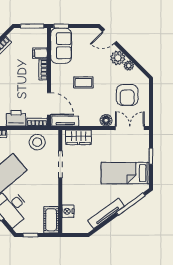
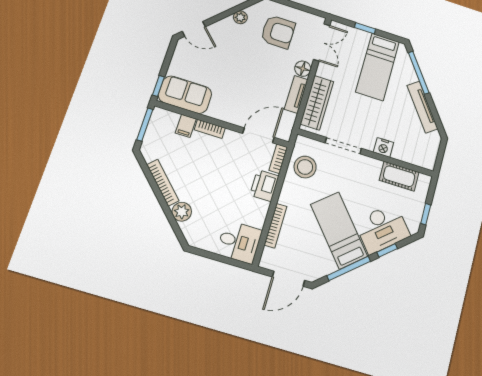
door: (109, 36) -> (194, 29), hinge flipped
plant: (118, 58) -> (226, 28), removed
coffee table: (83, 82) -> (244, 81), removed
tv unit: (65, 121) -> (296, 94), moved
double door: (130, 128) -> (322, 42), swing flipped
wardrobe: (78, 137) -> (317, 103), width x1.50
nightstand: (68, 211) -> (383, 147), moved
cot: (51, 220) -> (399, 176), moved

